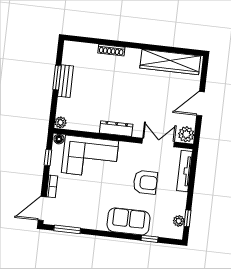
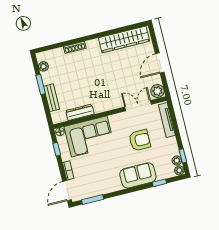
bench: (66, 81) -> (51, 98), moved
plant: (61, 122) -> (43, 66), moved
dresser: (116, 129) -> (80, 112), moved
plant: (177, 233) -> (179, 170), added

